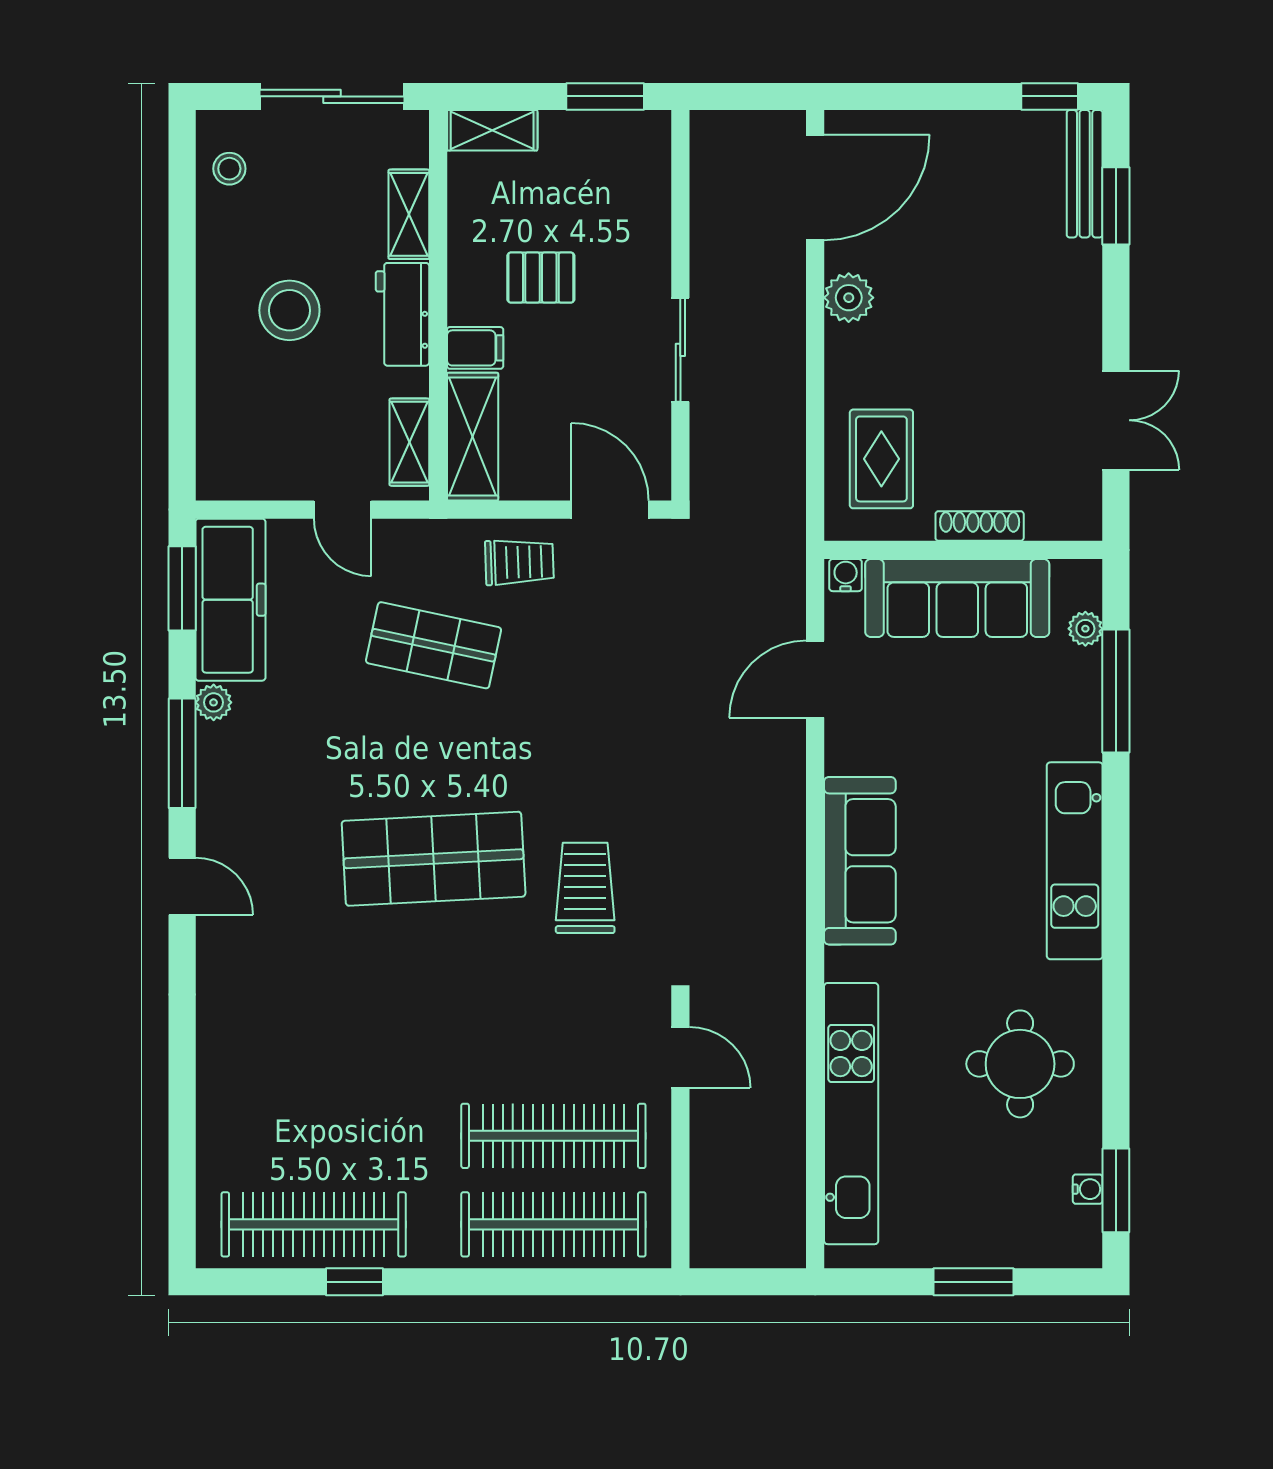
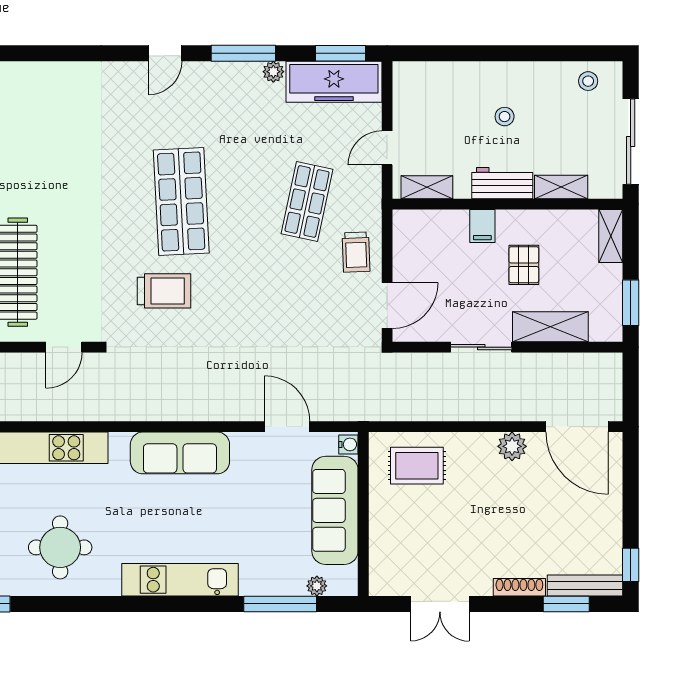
stool: (289, 310) -> (505, 117), width x0.53, depth x0.53
shelving: (473, 437) -> (550, 327), moved
shoe rack: (980, 526) -> (519, 587), moved, turned -90

